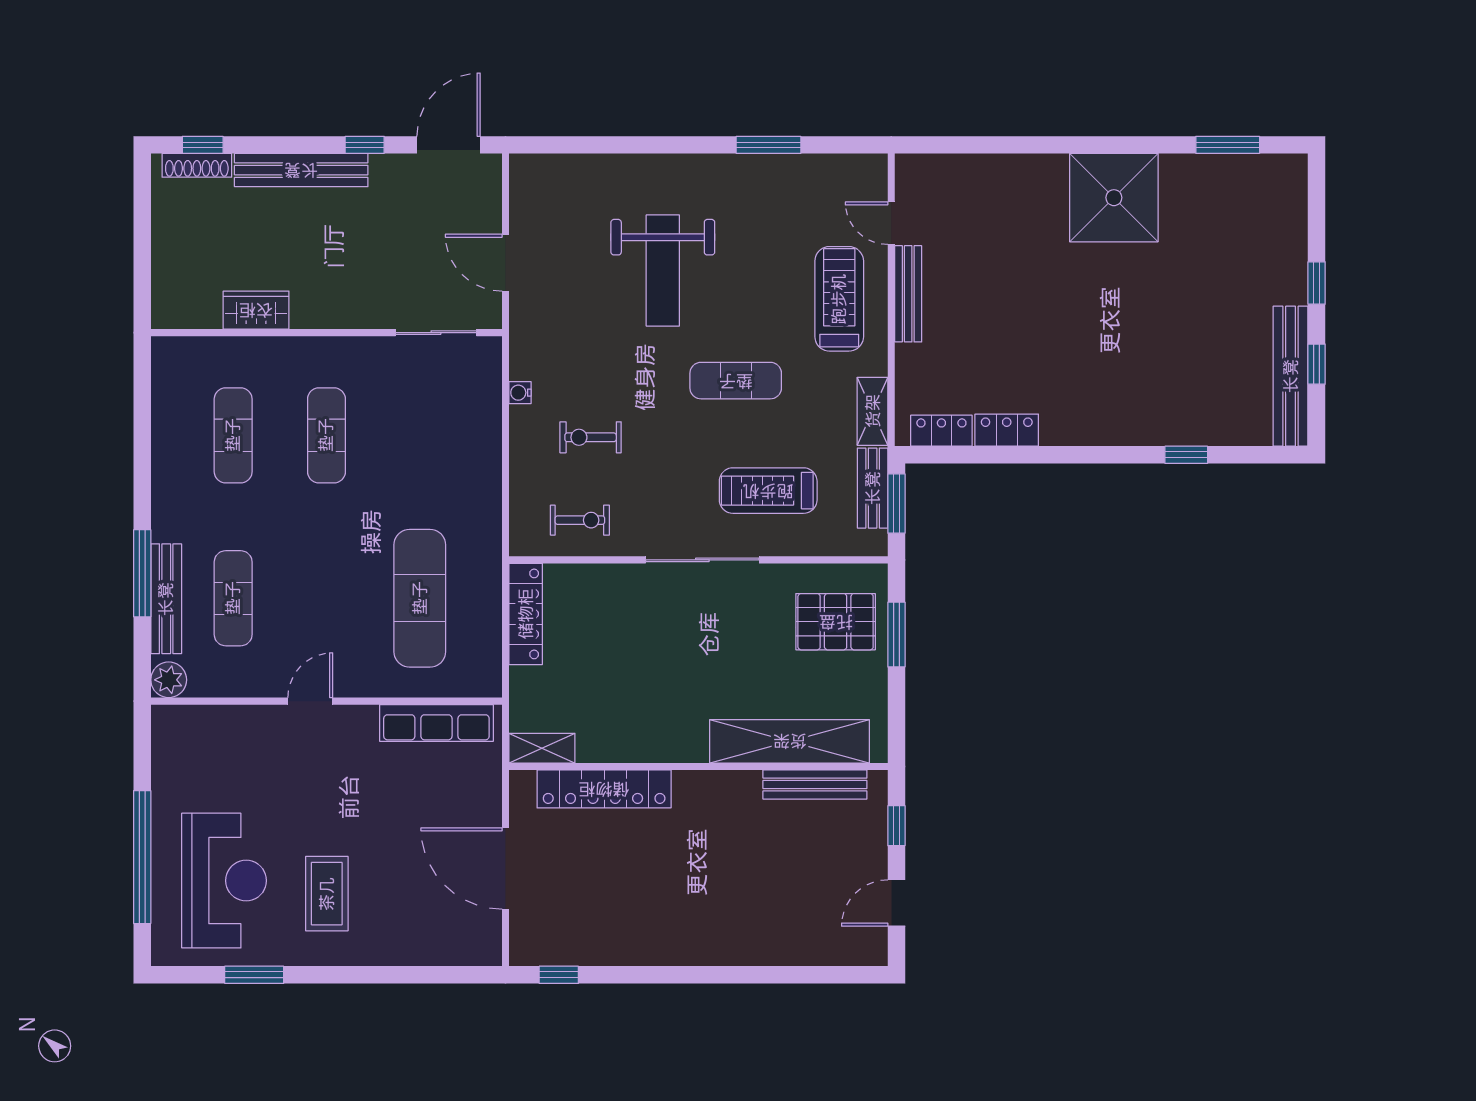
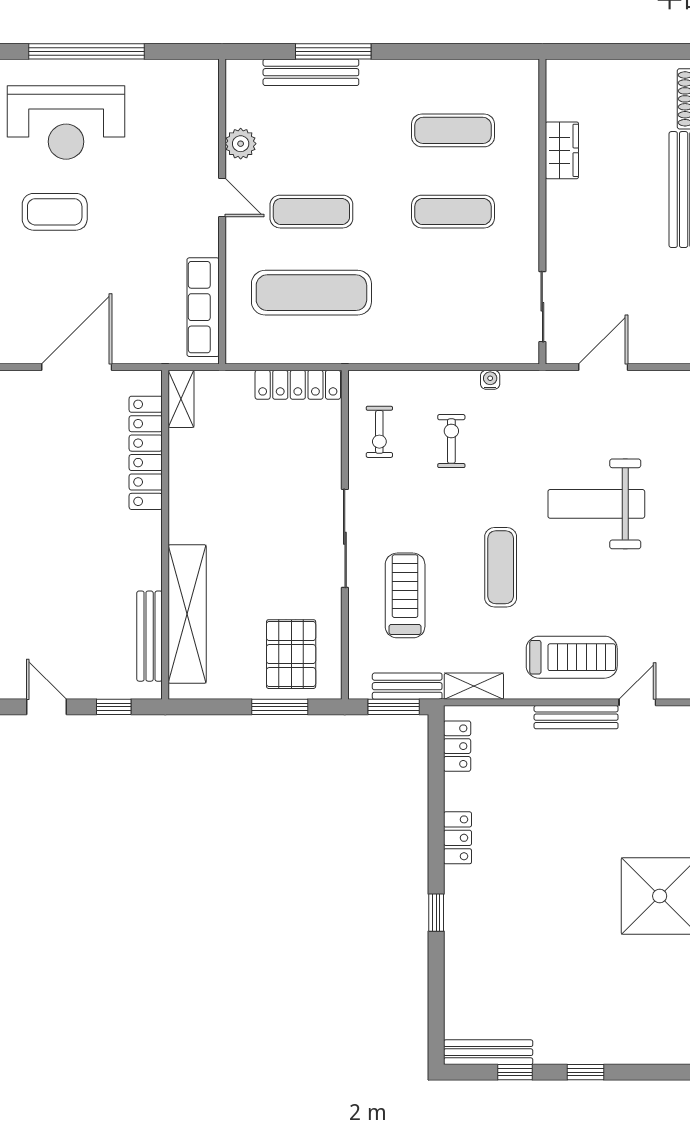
bench: (1291, 376) -> (488, 1052), width x0.73, depth x0.82
locker: (1007, 430) -> (458, 838), moved
window: (1186, 455) -> (436, 913), moved
exercise mat: (233, 598) -> (311, 212), moved
plant: (169, 680) -> (241, 144), moved

